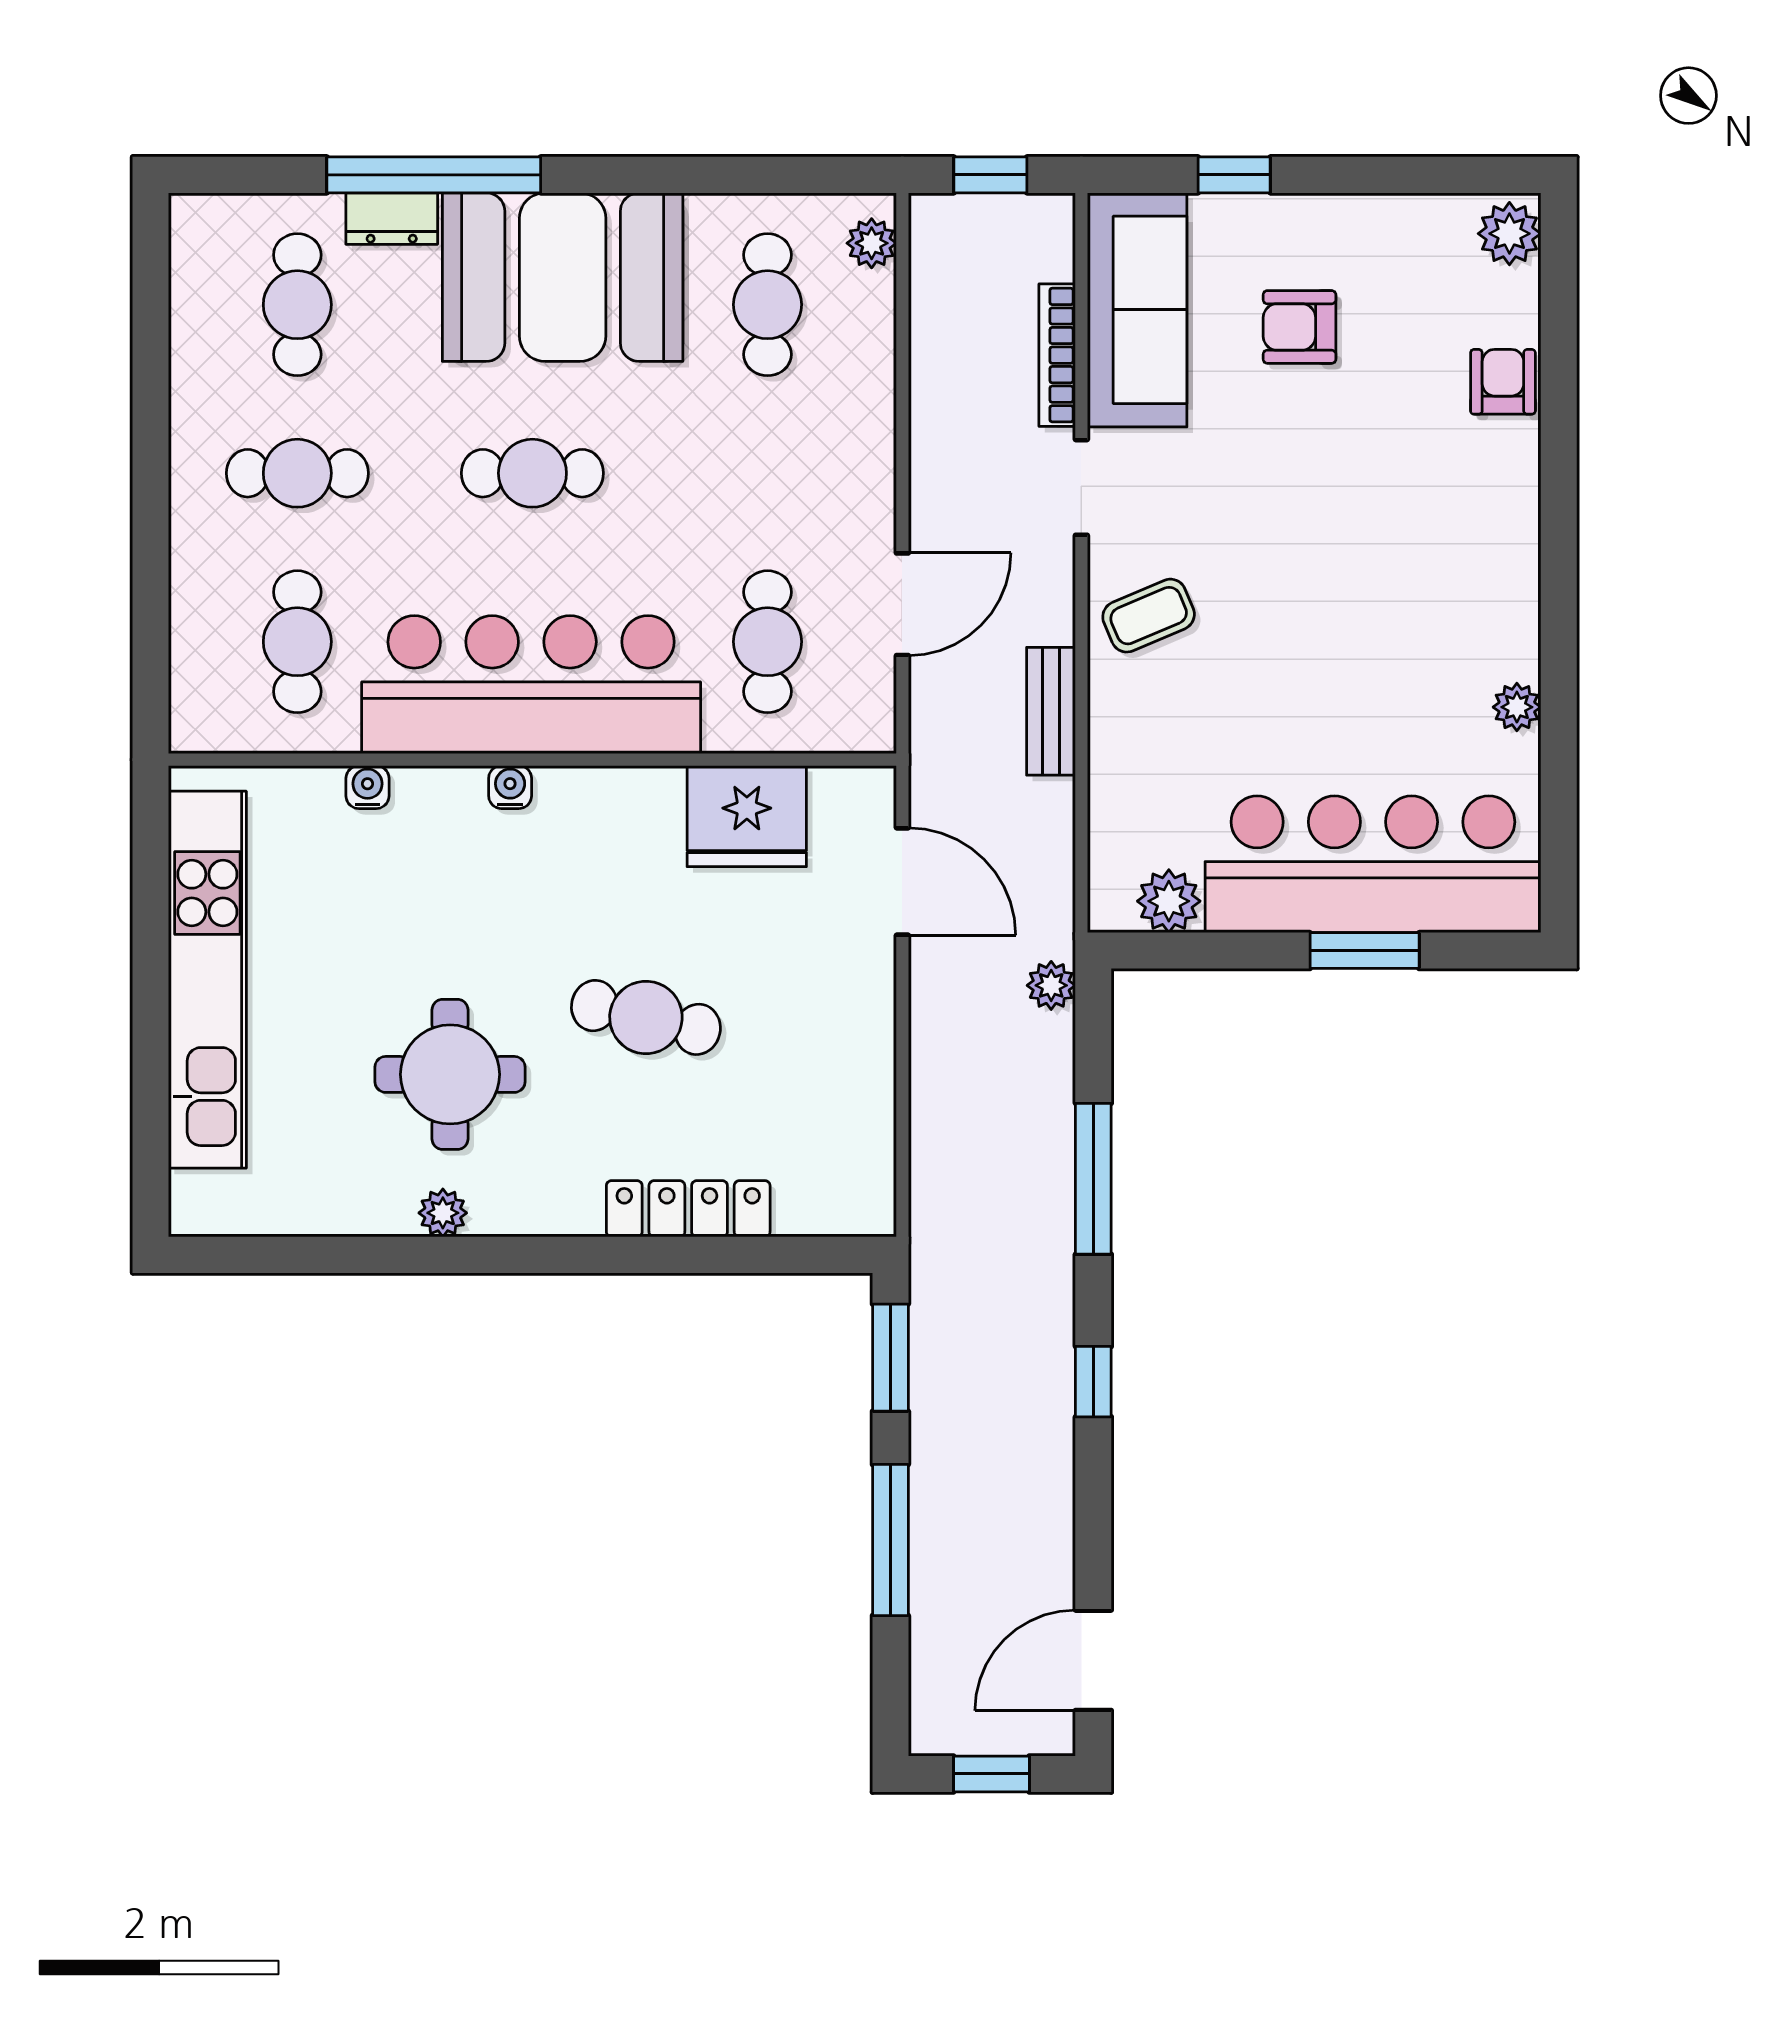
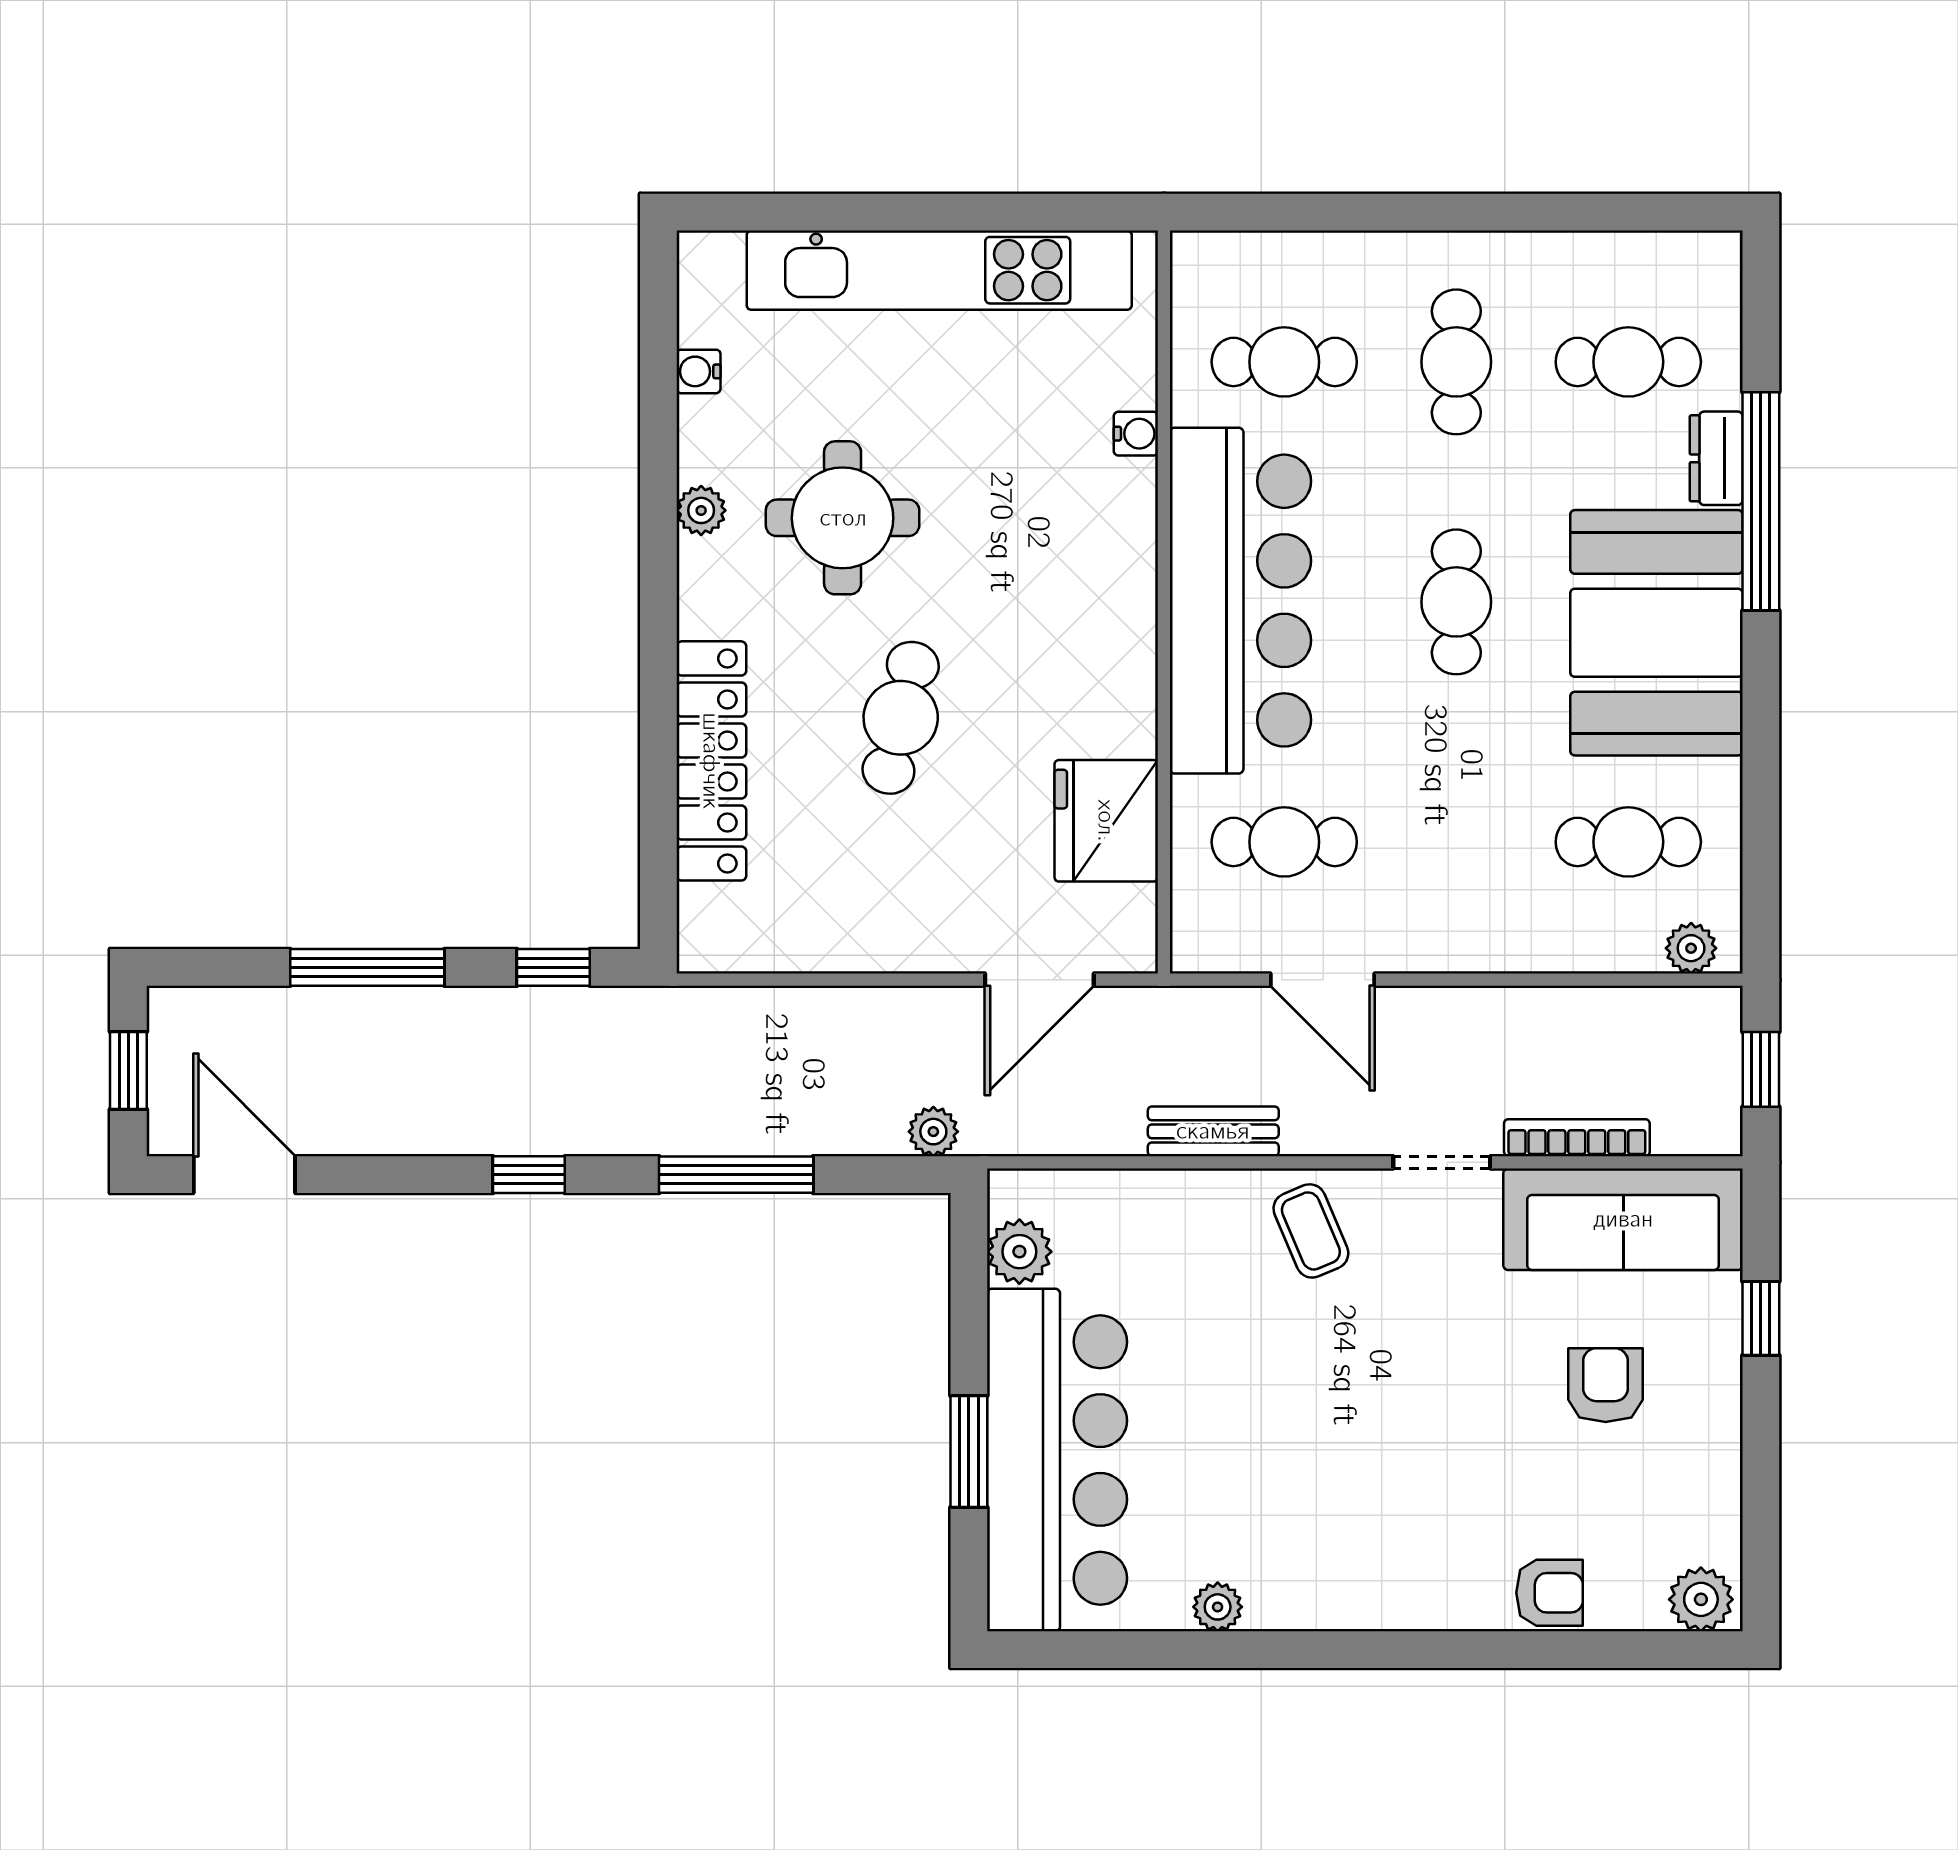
water cooler: (510, 787) -> (698, 371), moved, turned 180
locker: (688, 1209) -> (711, 761), width x1.41, depth x1.21
window: (890, 1358) -> (553, 967), width x0.67

